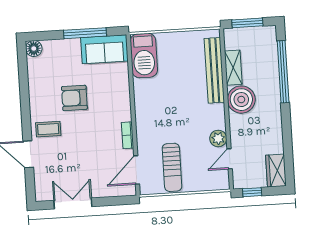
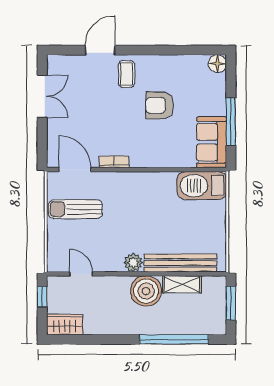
armchair: (74, 98) -> (160, 105), turned -90
plant: (218, 138) -> (133, 263), moved

